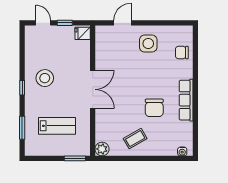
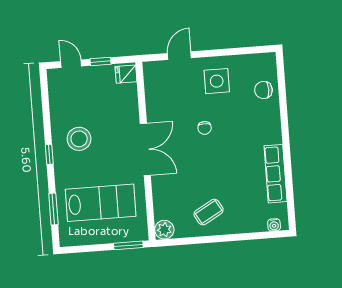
row of seats: (186, 100) -> (276, 174), moved
chair: (154, 108) -> (205, 128), moved, width x0.54, depth x0.54
lab bench: (57, 126) -> (101, 203), width x1.36, depth x1.39

